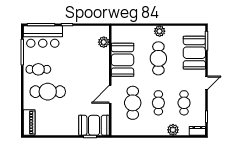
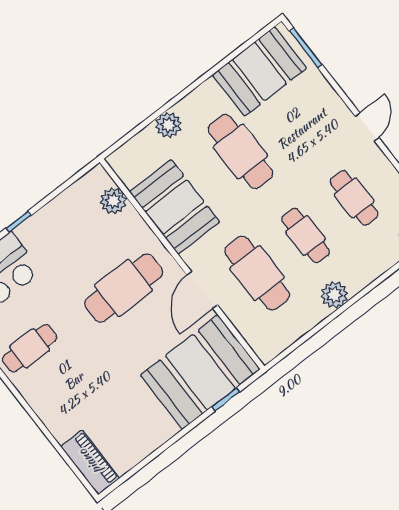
plant: (160, 31) -> (168, 125), moved
booth: (194, 53) -> (259, 71), moved, turned 90
cafe table: (48, 92) -> (124, 288), moved
booth: (94, 125) -> (200, 372), width x1.36, depth x1.42
plant: (173, 130) -> (334, 295), moved

